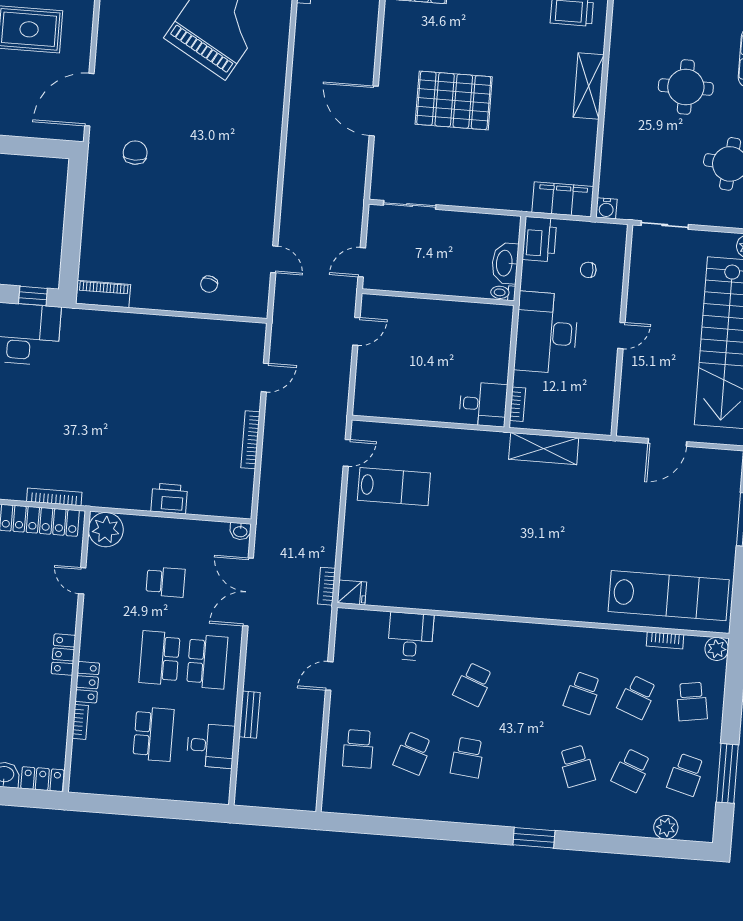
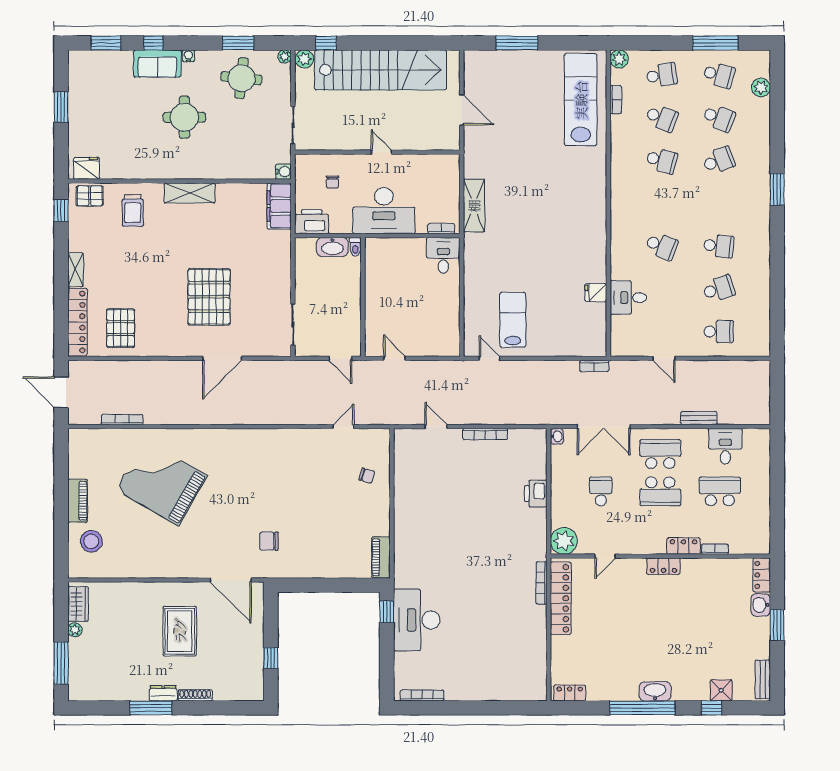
fridge: (352, 592) -> (596, 293), moved, turned -90
school desk: (413, 753) -> (719, 289), turned -36

